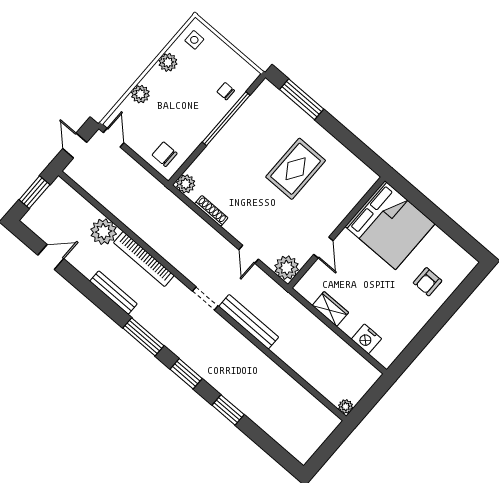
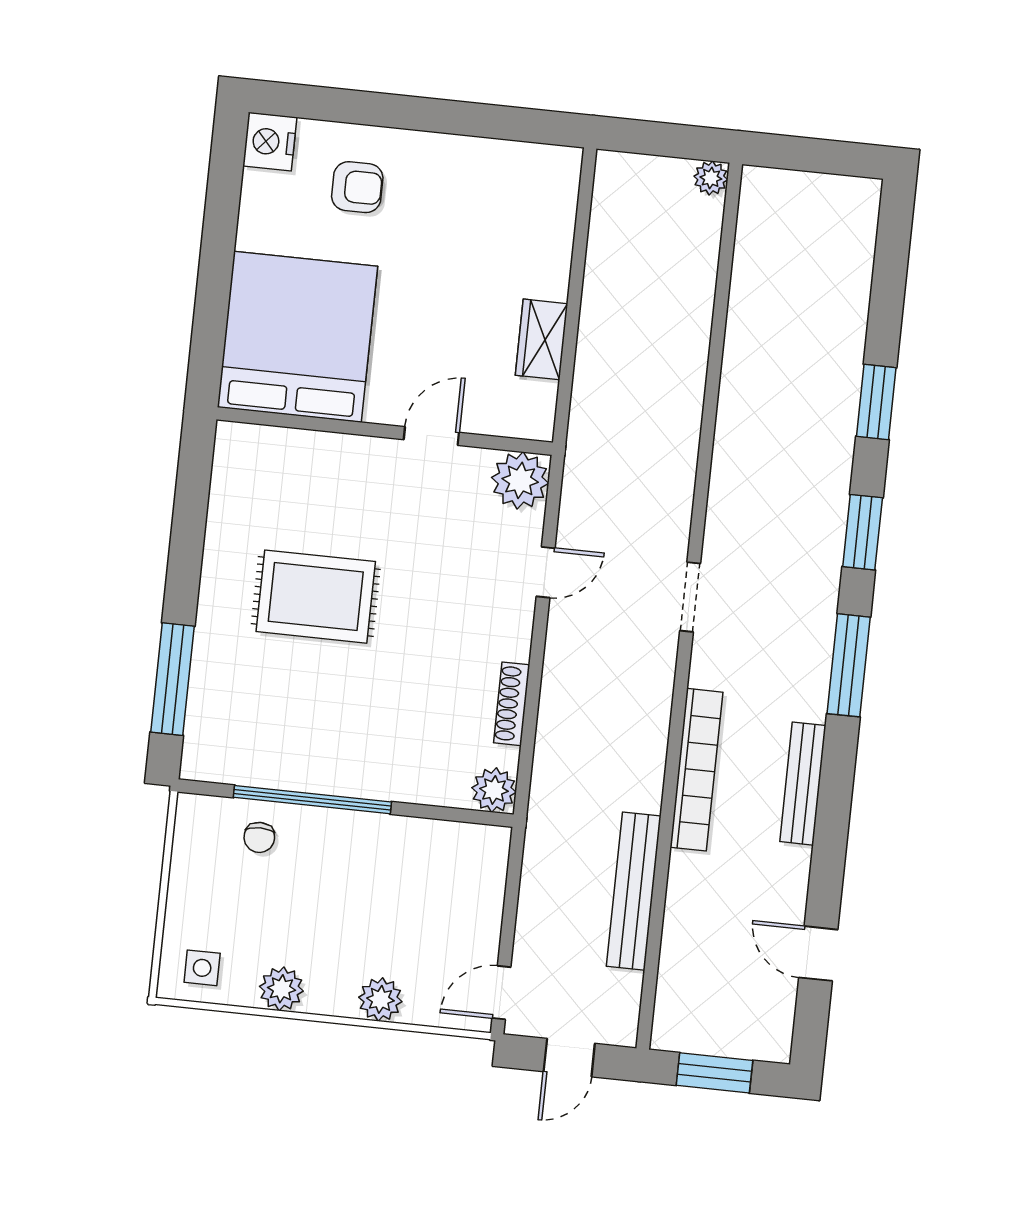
chair: (165, 154) -> (465, 871), removed
plant: (104, 232) -> (698, 885), removed
bench: (249, 322) -> (634, 891), moved
nightstand: (366, 339) -> (270, 142), moved, turned 180

